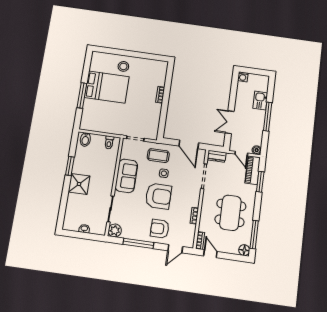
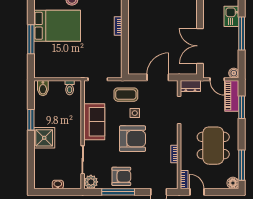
double door: (230, 122) -> (200, 46), width x1.37
door: (189, 144) -> (158, 77), swing flipped
armchair: (160, 229) -> (121, 176), moved, turned 180

